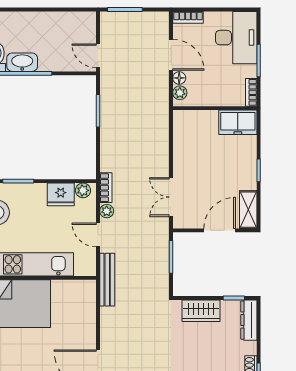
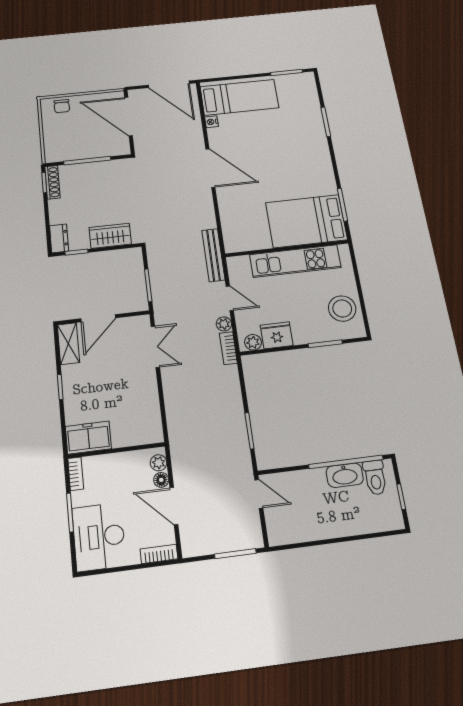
dresser: (249, 320) -> (59, 238), width x0.70

